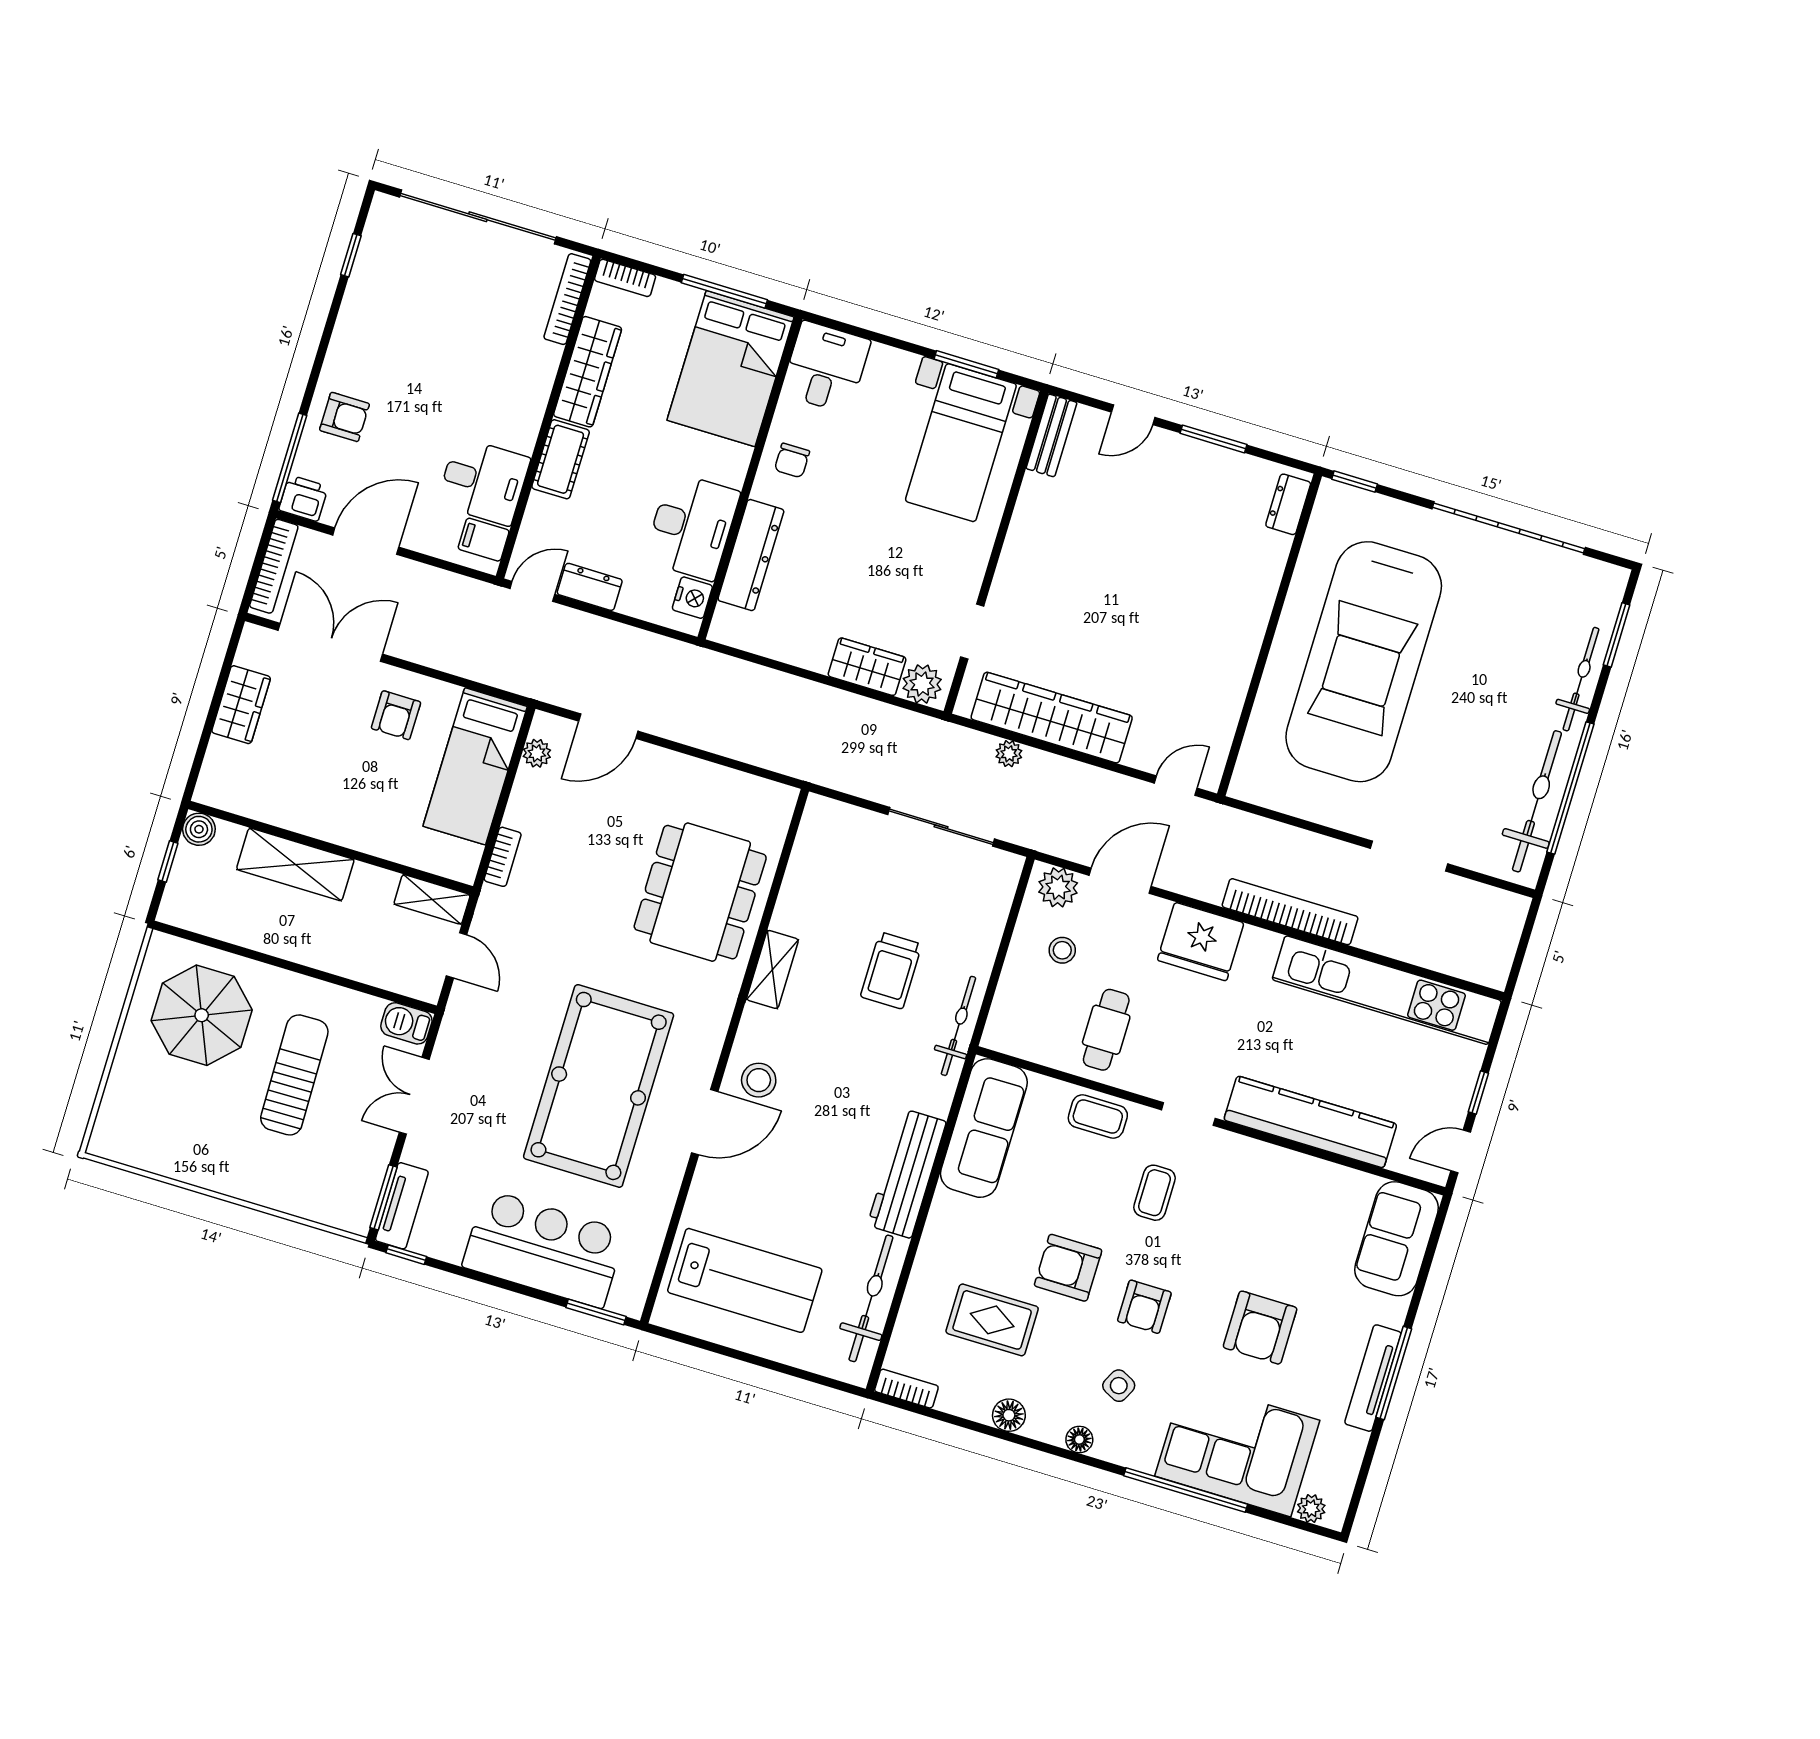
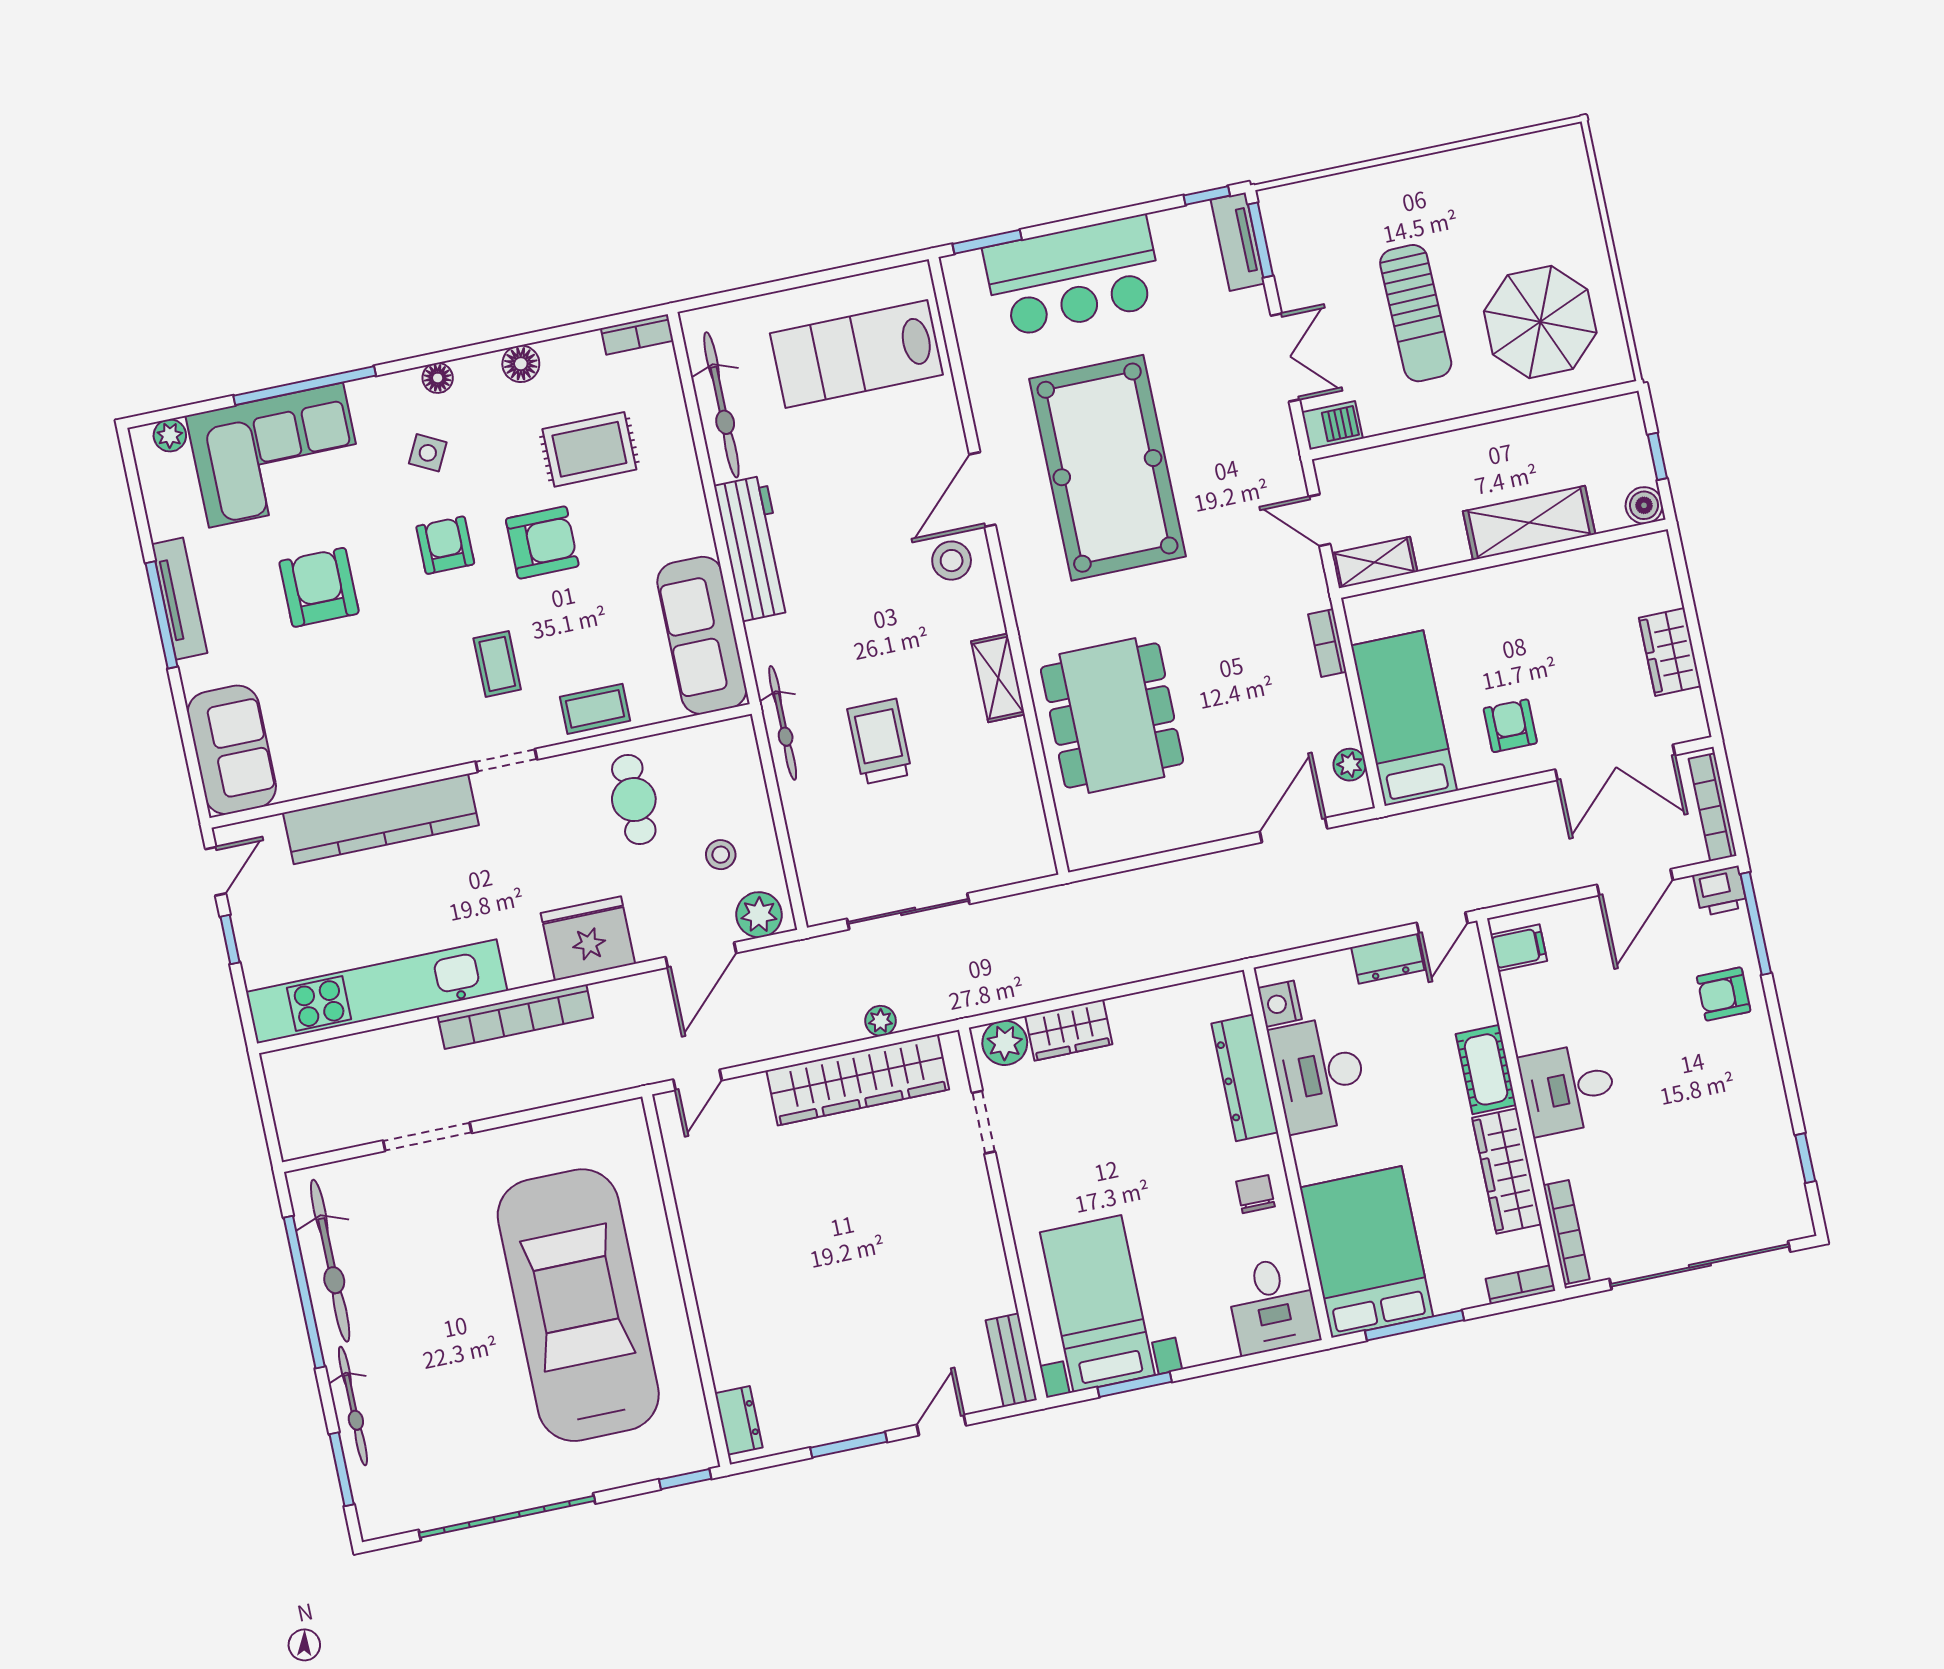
desk: (483, 481) -> (1568, 1089), moved

